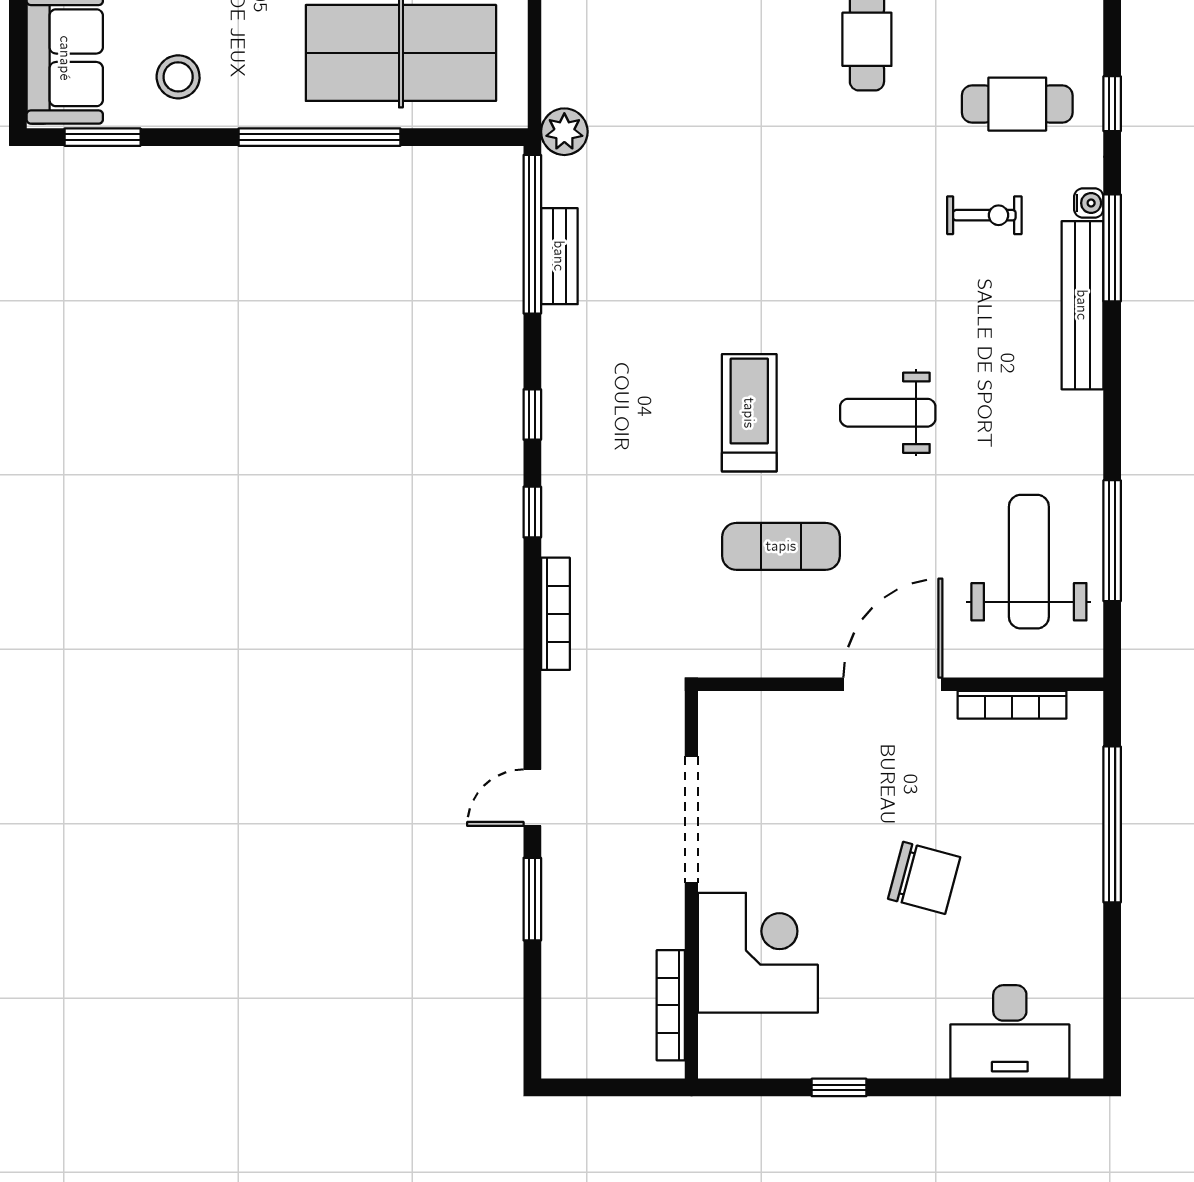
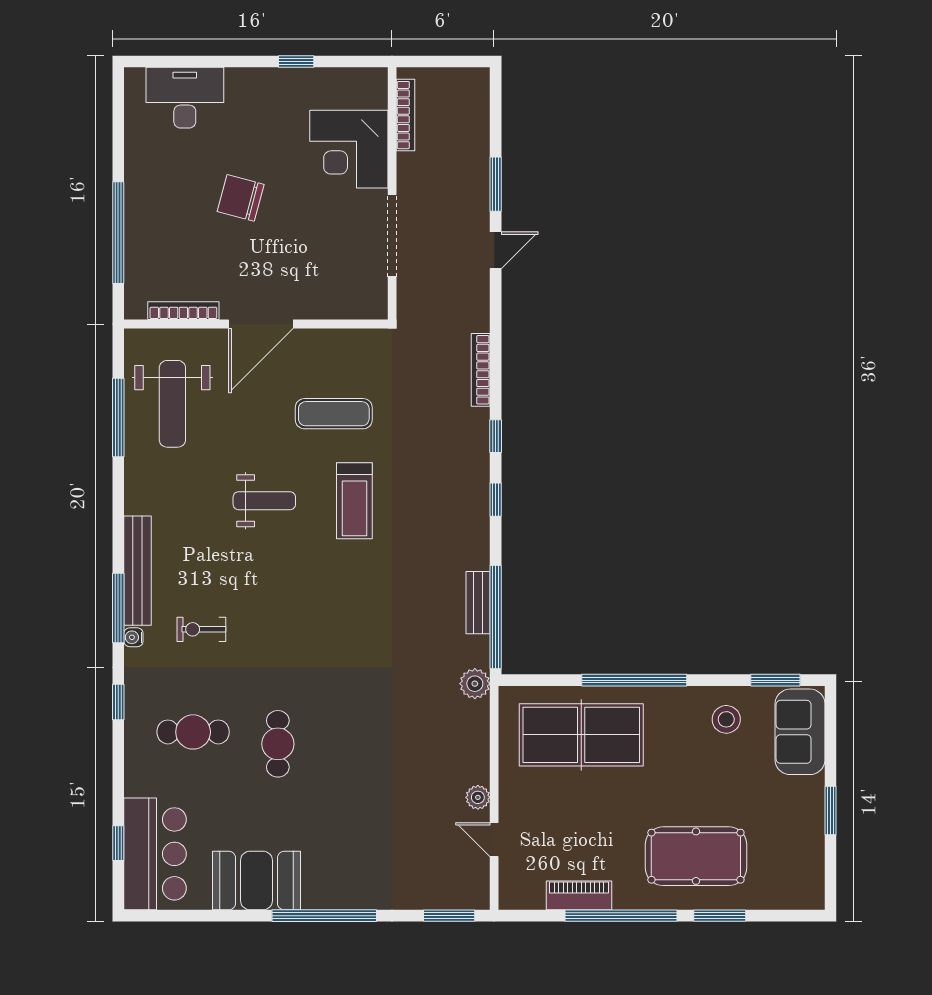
cafe table: (1017, 104) -> (193, 732), moved

